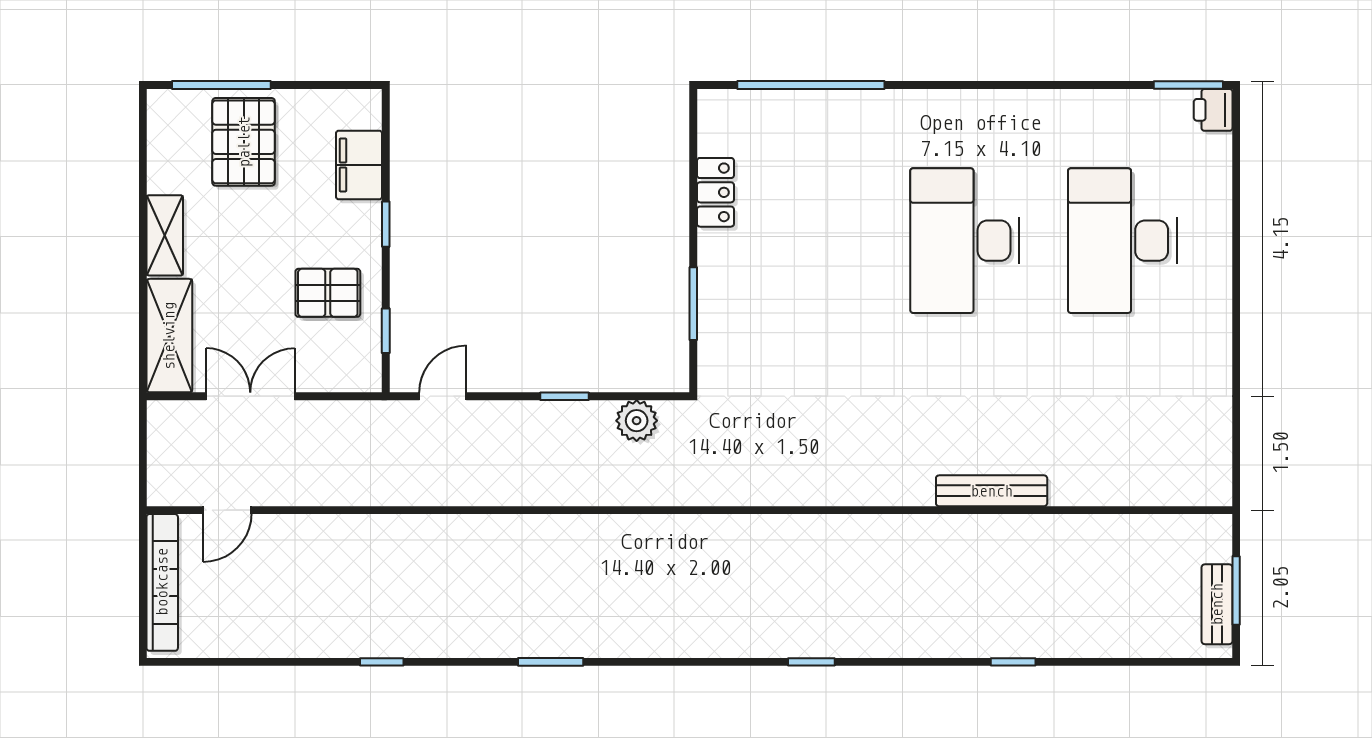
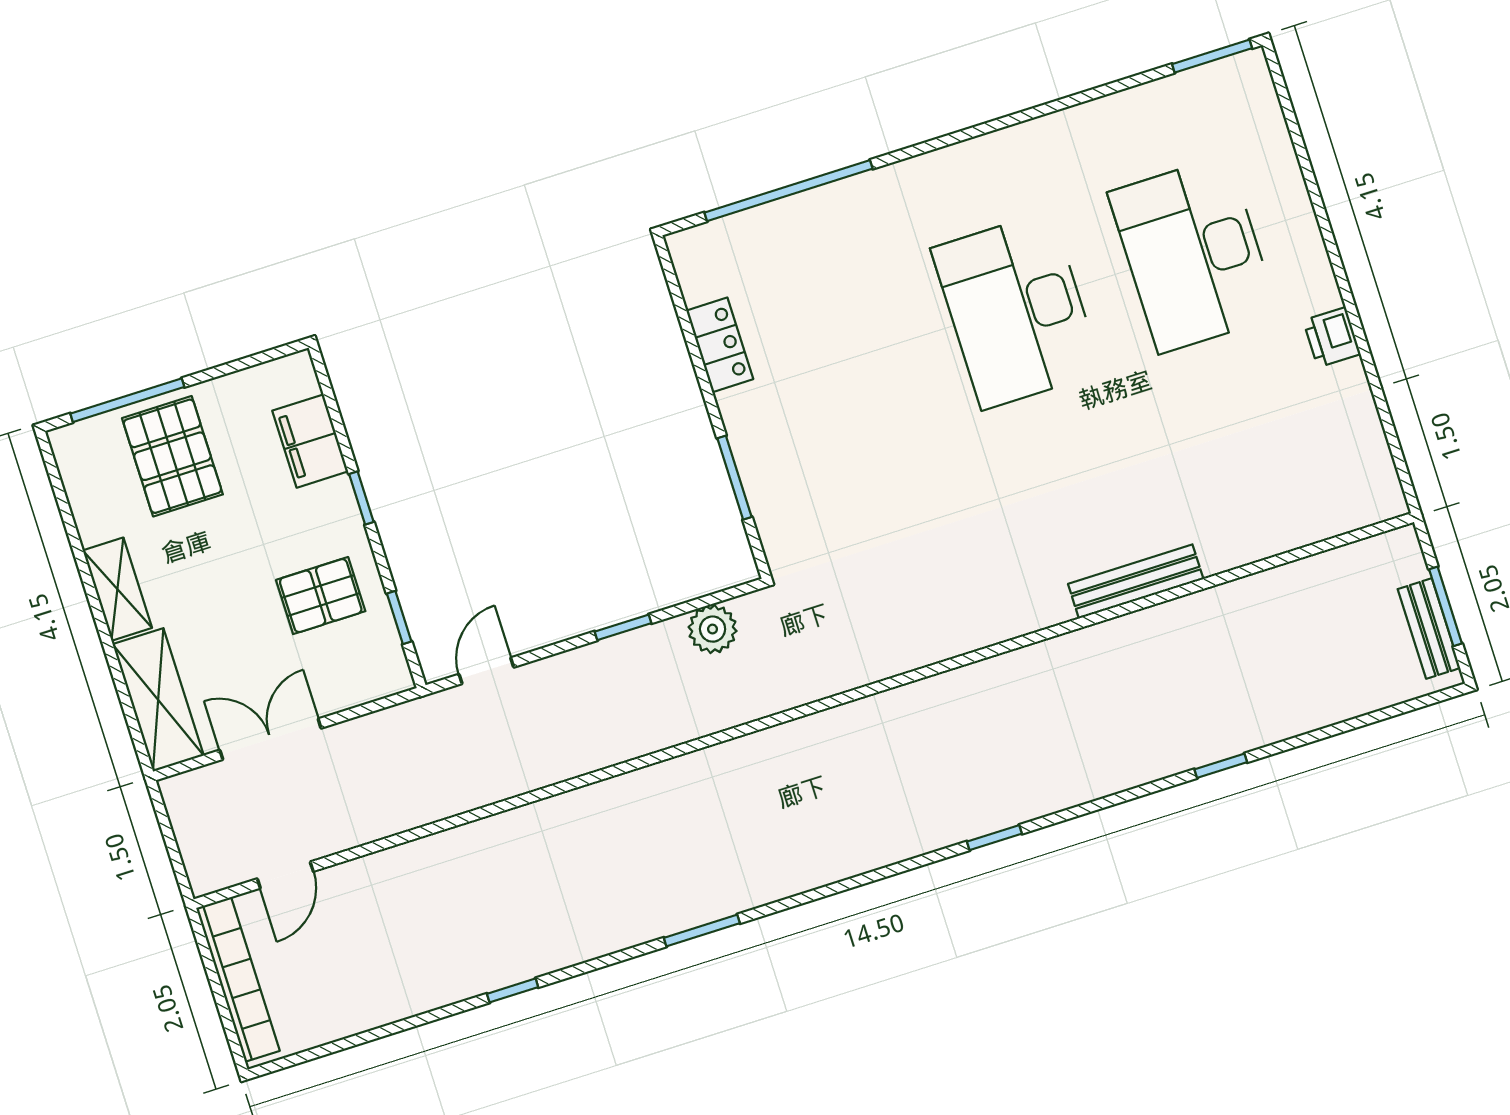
printer: (1213, 110) -> (1332, 337), moved

